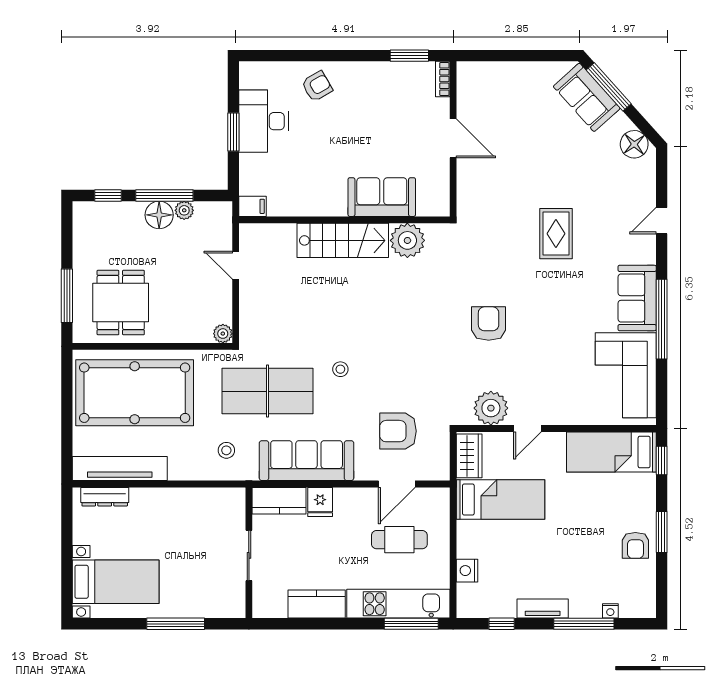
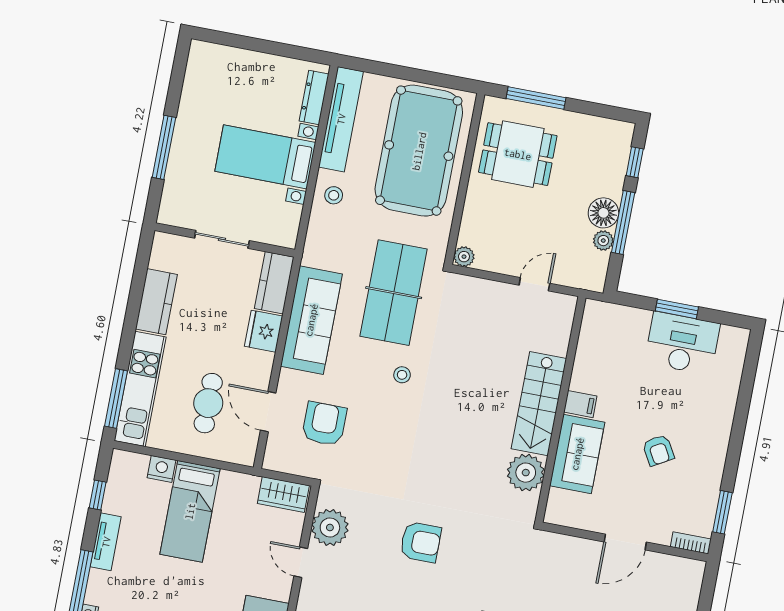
armchair: (317, 86) -> (658, 450), moved
filing cabinet: (253, 206) -> (580, 404), moved, turned -90
stool: (226, 450) -> (334, 195), moved
bed: (501, 499) -> (190, 511), moved
fridge: (320, 502) -> (264, 331), width x1.38
bed with nightstands: (116, 582) -> (265, 157), moved, turned 90

